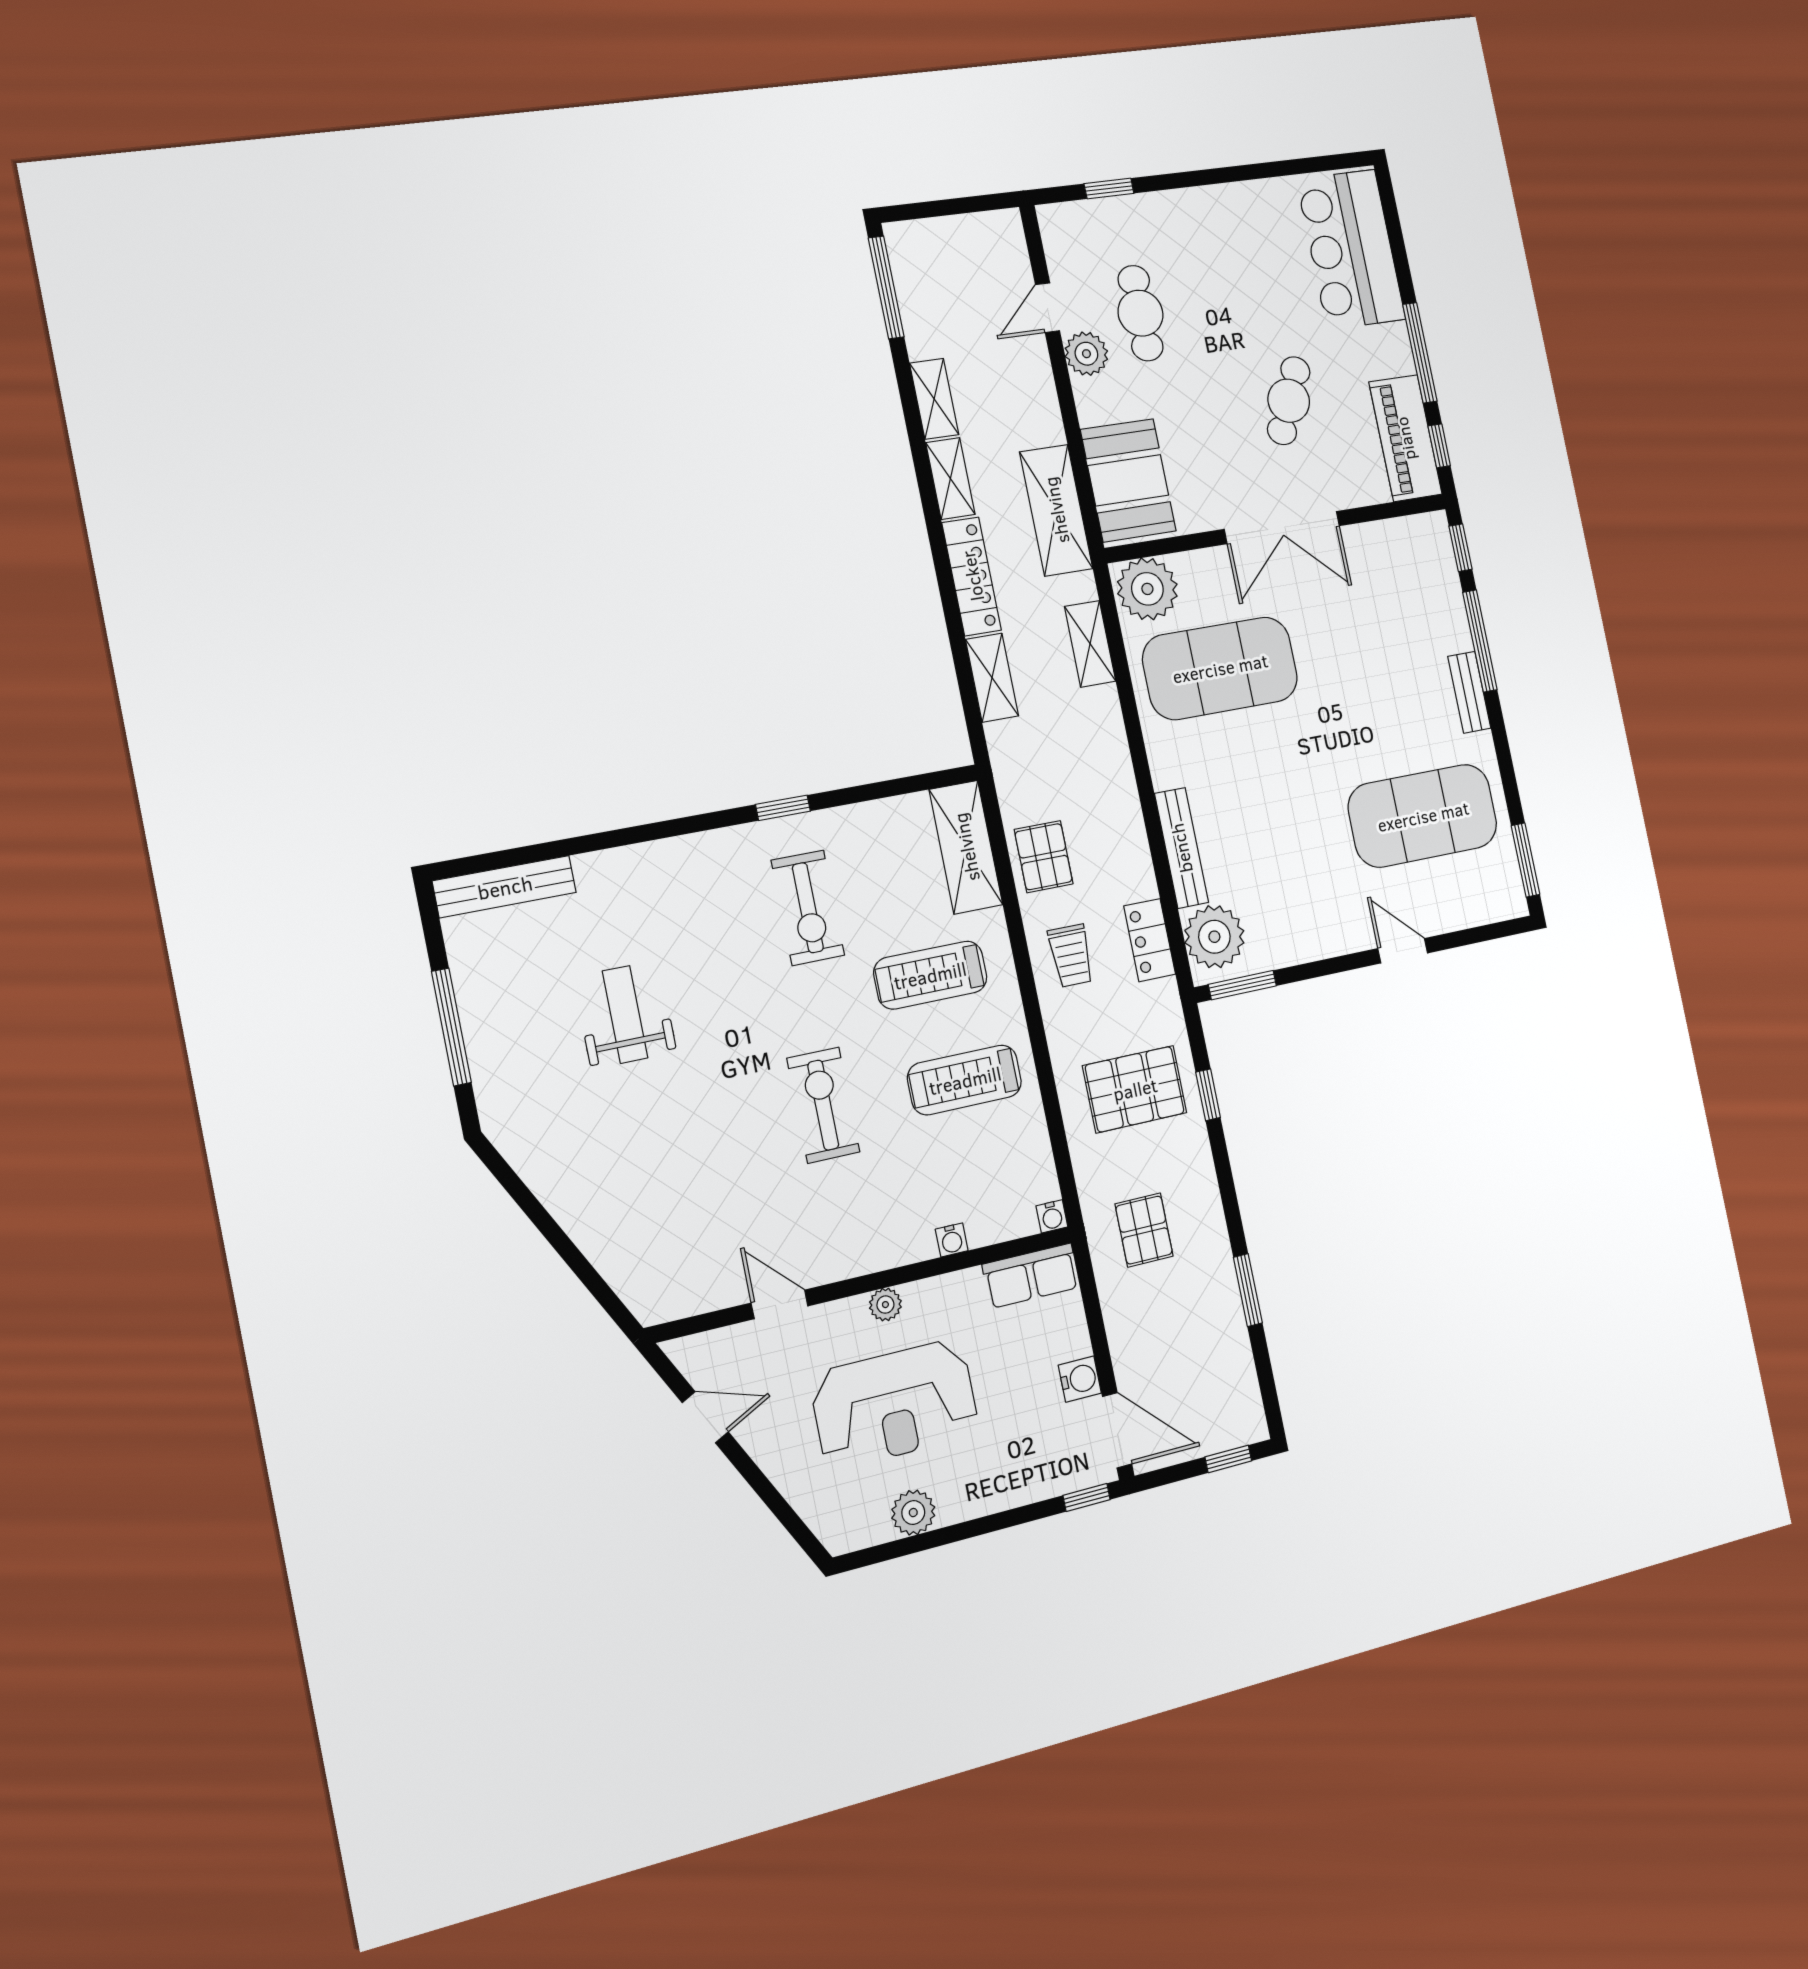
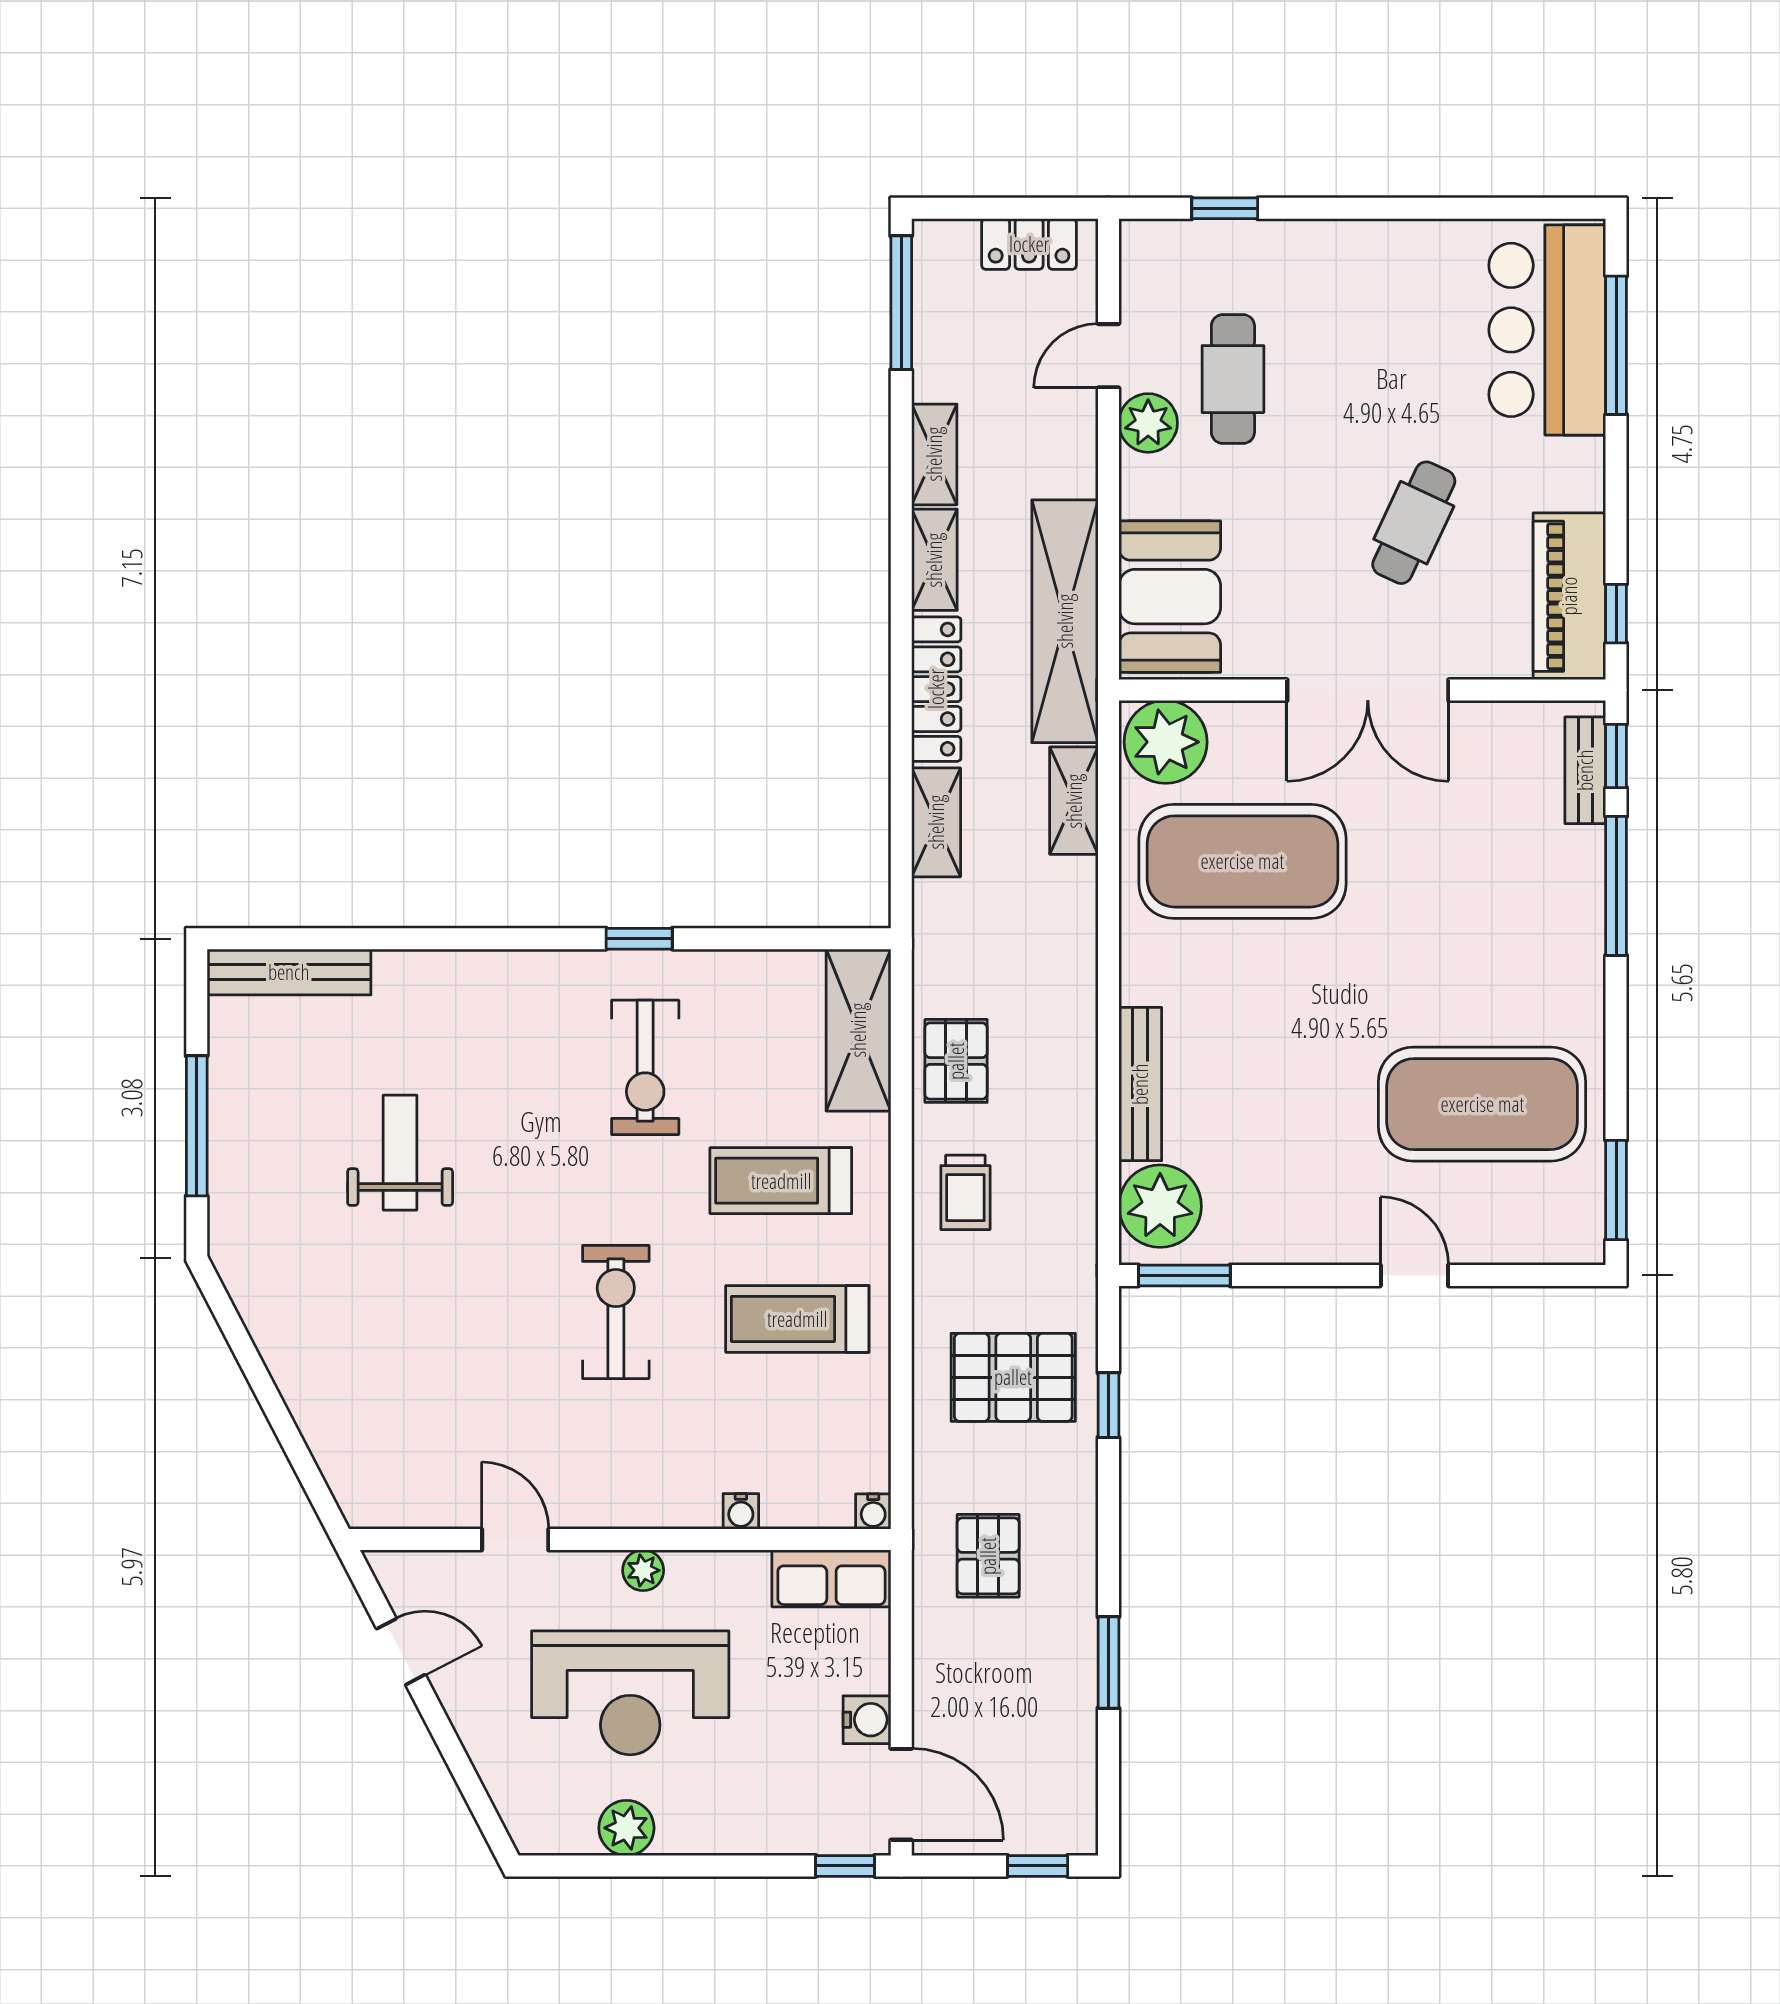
window: (1420, 353) -> (1616, 345), moved
shelving: (1056, 510) -> (1065, 621), width x1.47
bench: (1469, 692) -> (1585, 770), moved
locker: (1150, 940) -> (1029, 244), moved, turned -90

